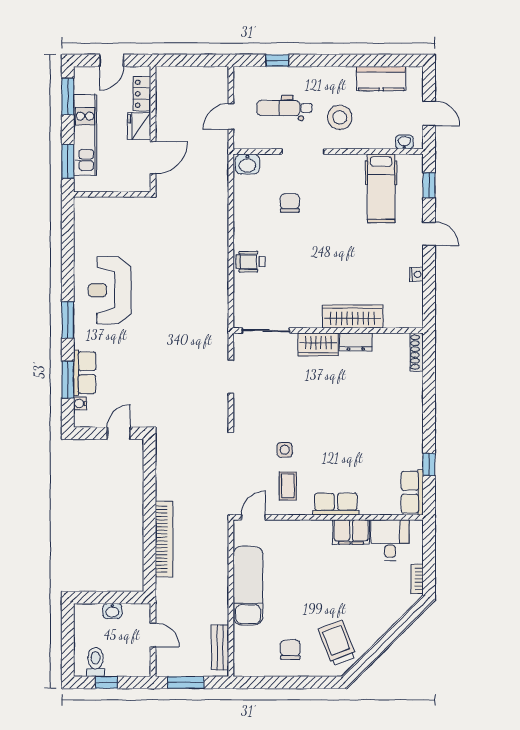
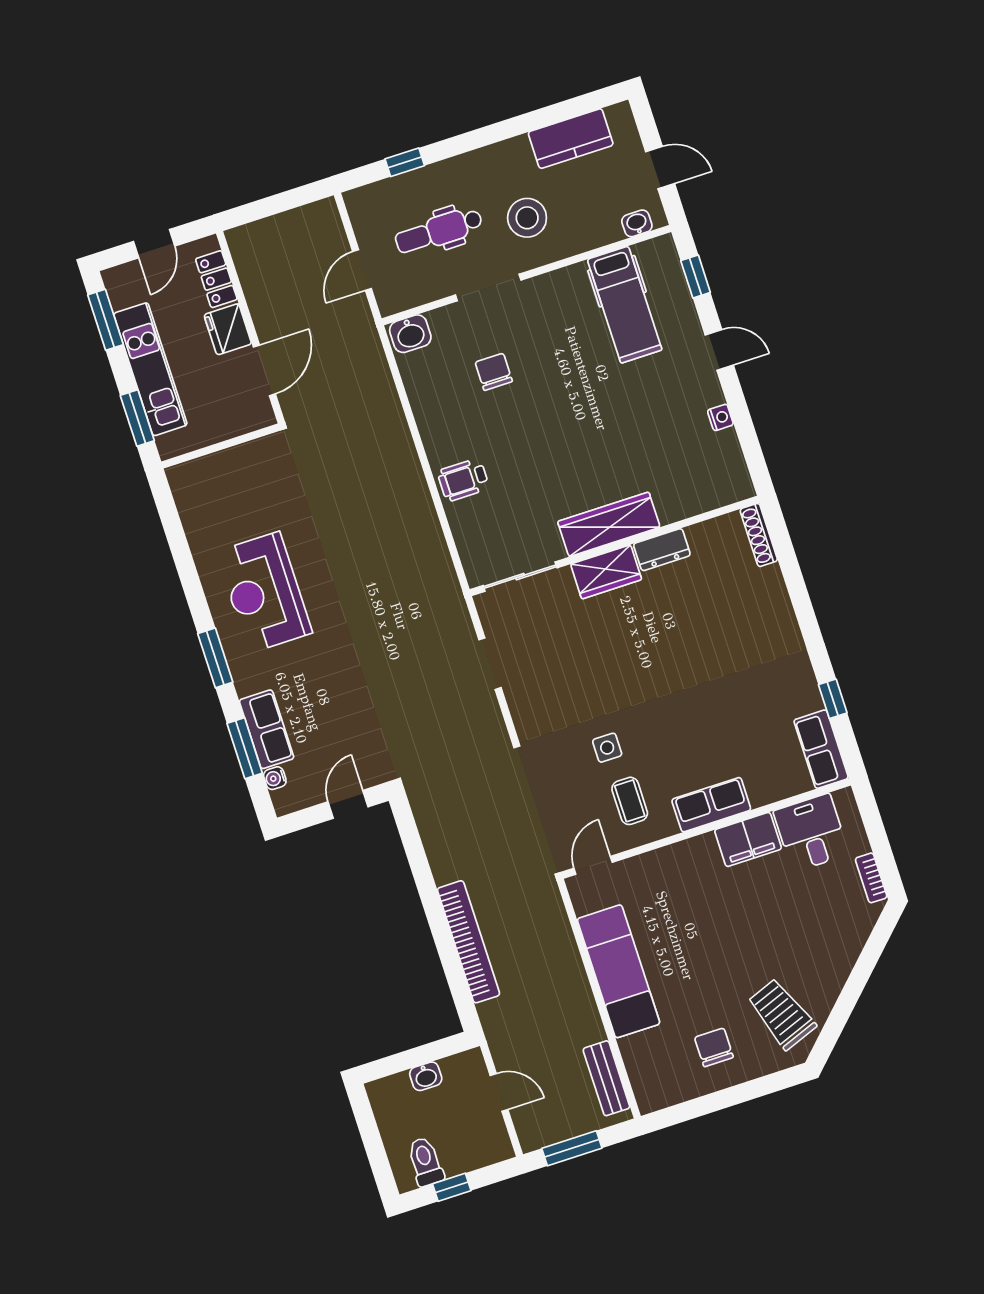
wardrobe: (353, 317) -> (609, 524), moved

